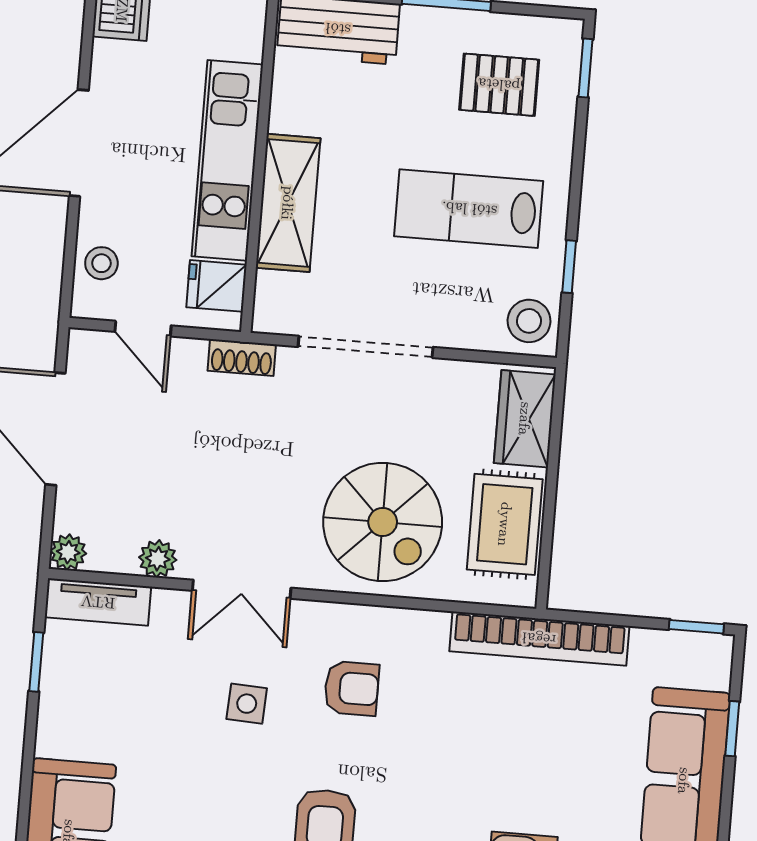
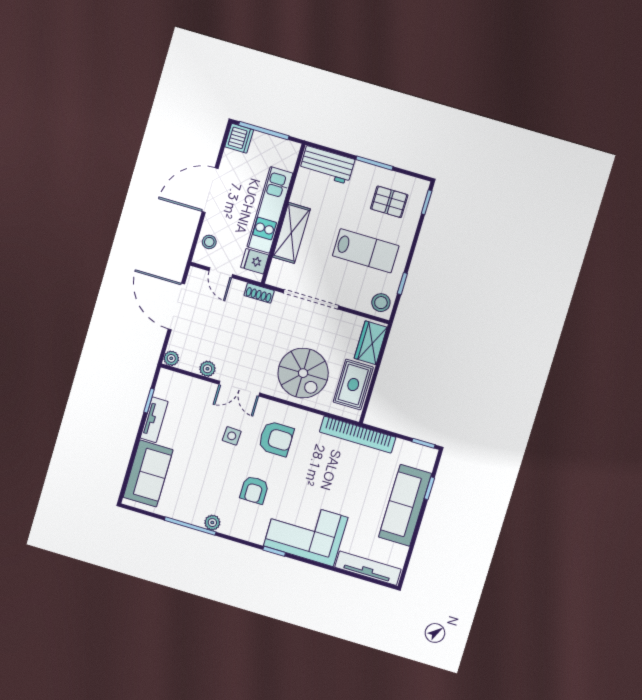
lab bench: (469, 209) -> (366, 251), turned 180
tv unit: (98, 602) -> (154, 420), moved, turned -90
armchair: (352, 688) -> (276, 439), width x1.38, depth x1.38

